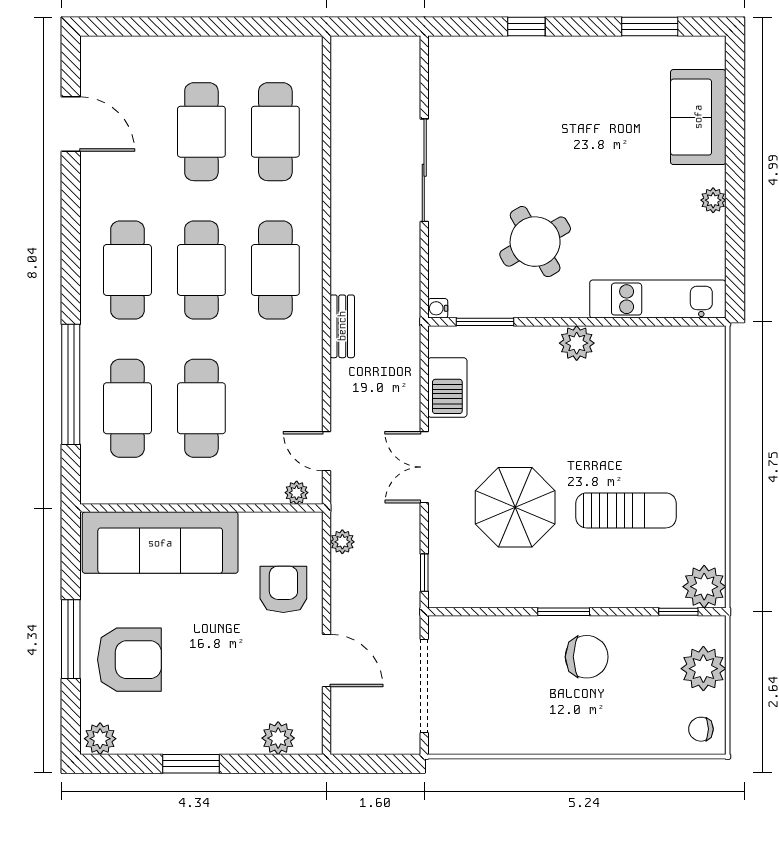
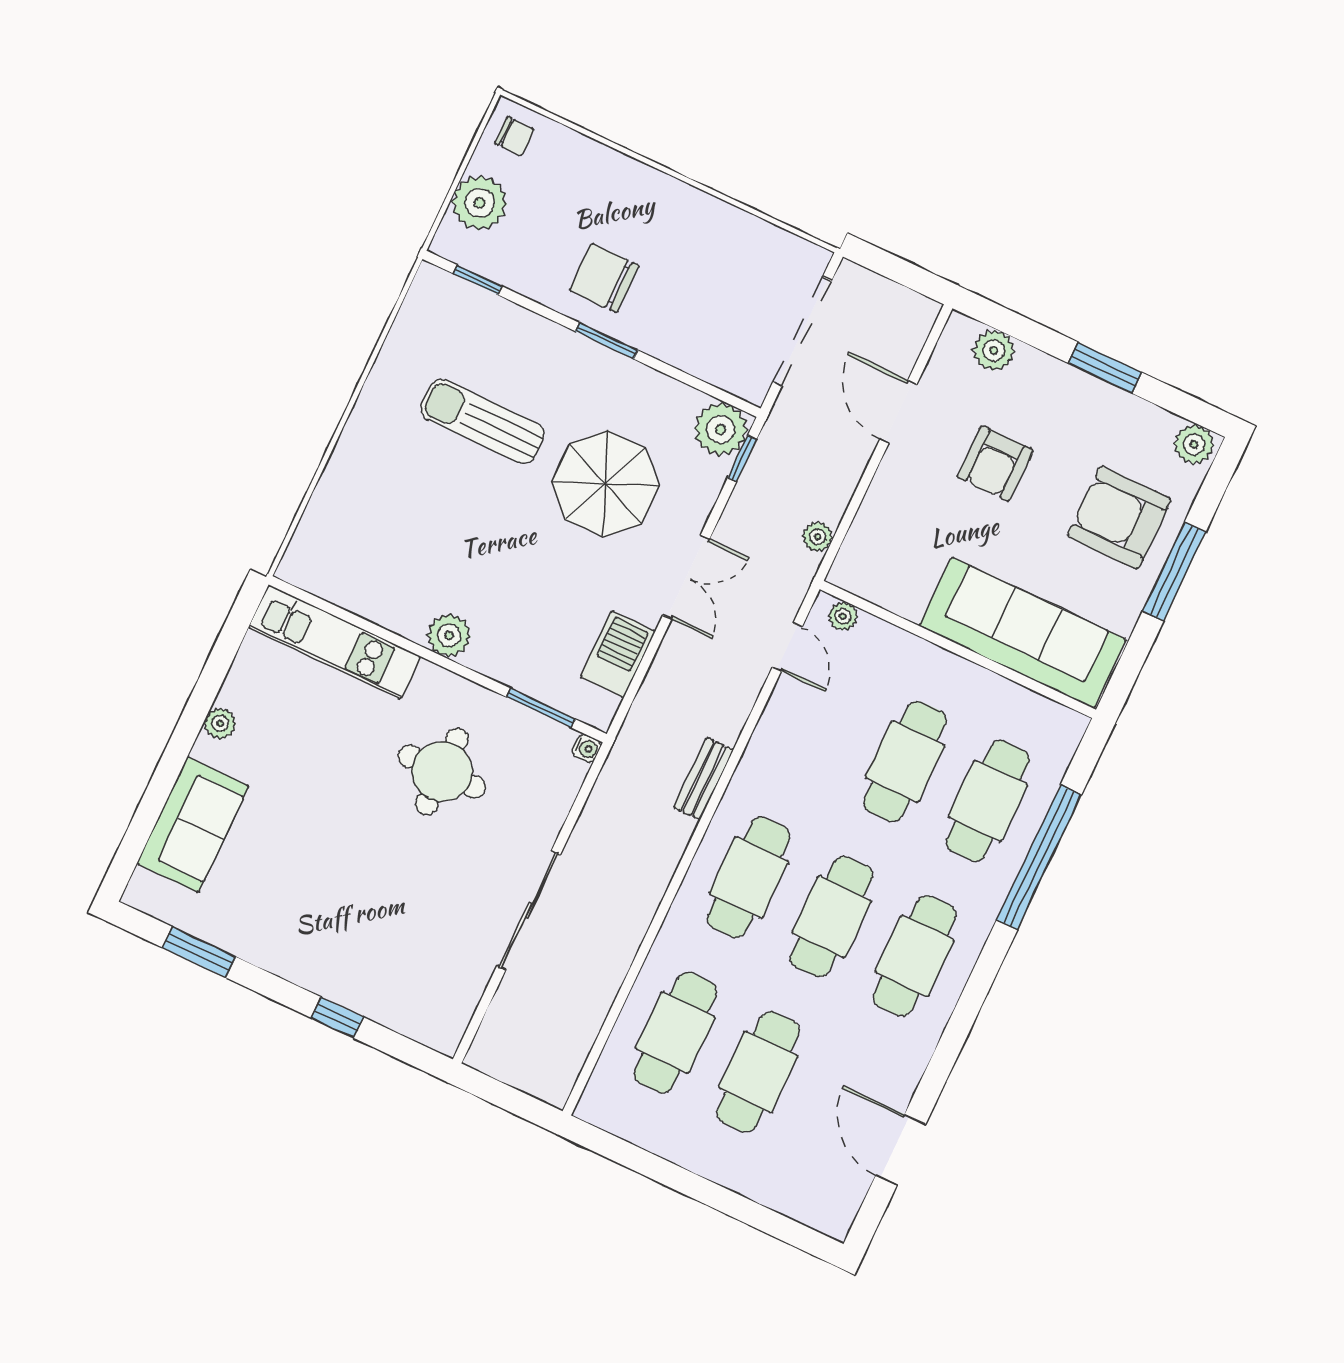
round table: (535, 242) -> (442, 772), turned 30
plant: (704, 587) -> (721, 429), moved
armchair: (283, 589) -> (995, 463), moved

